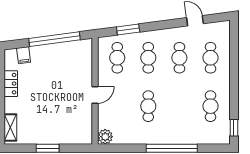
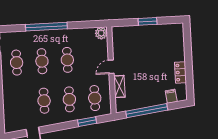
cafe table: (210, 58) -> (42, 61), moved
shelving: (10, 128) -> (119, 86), moved

